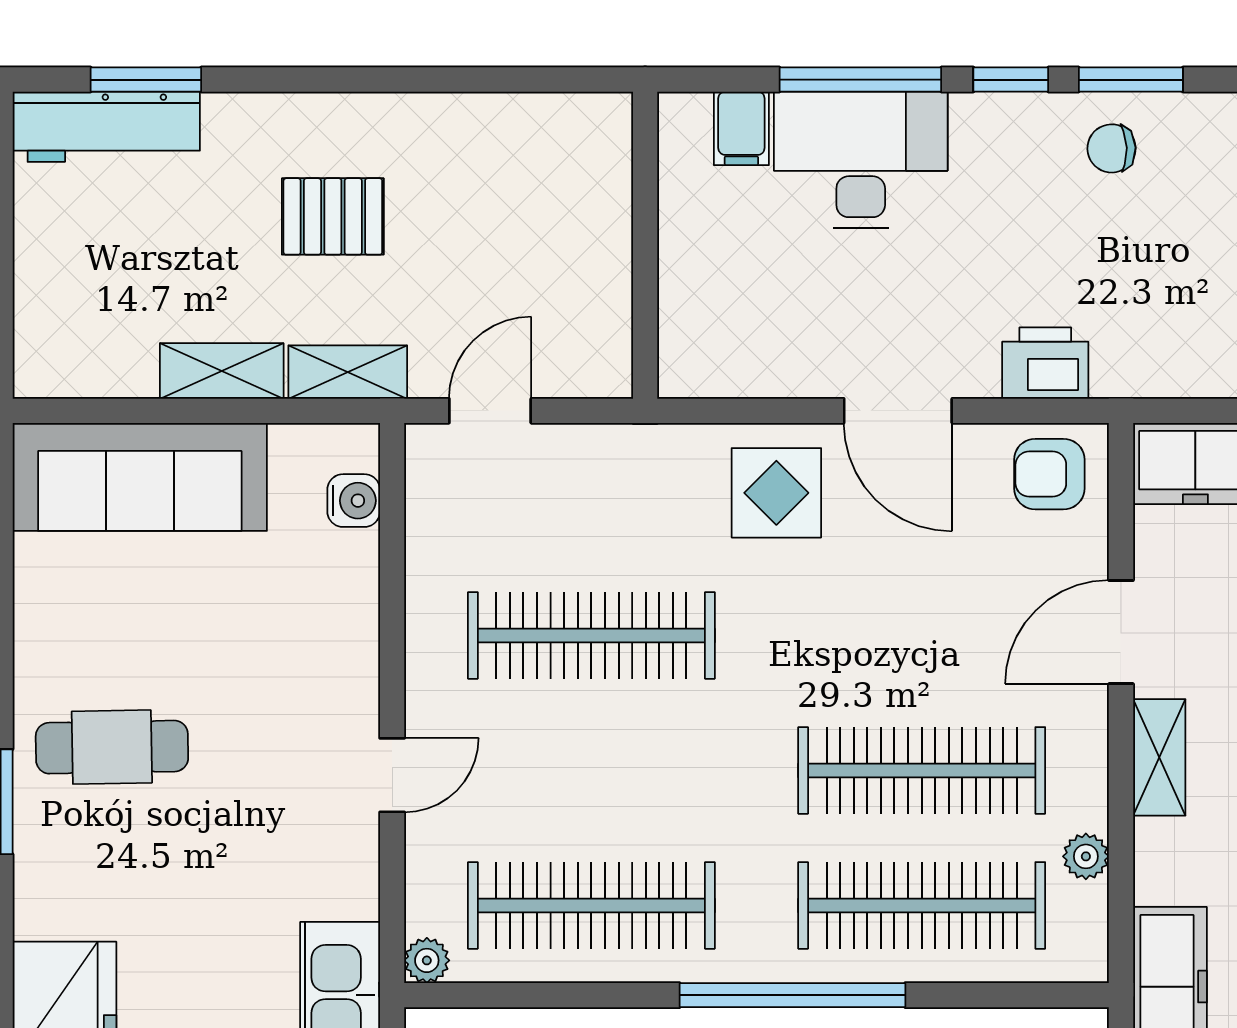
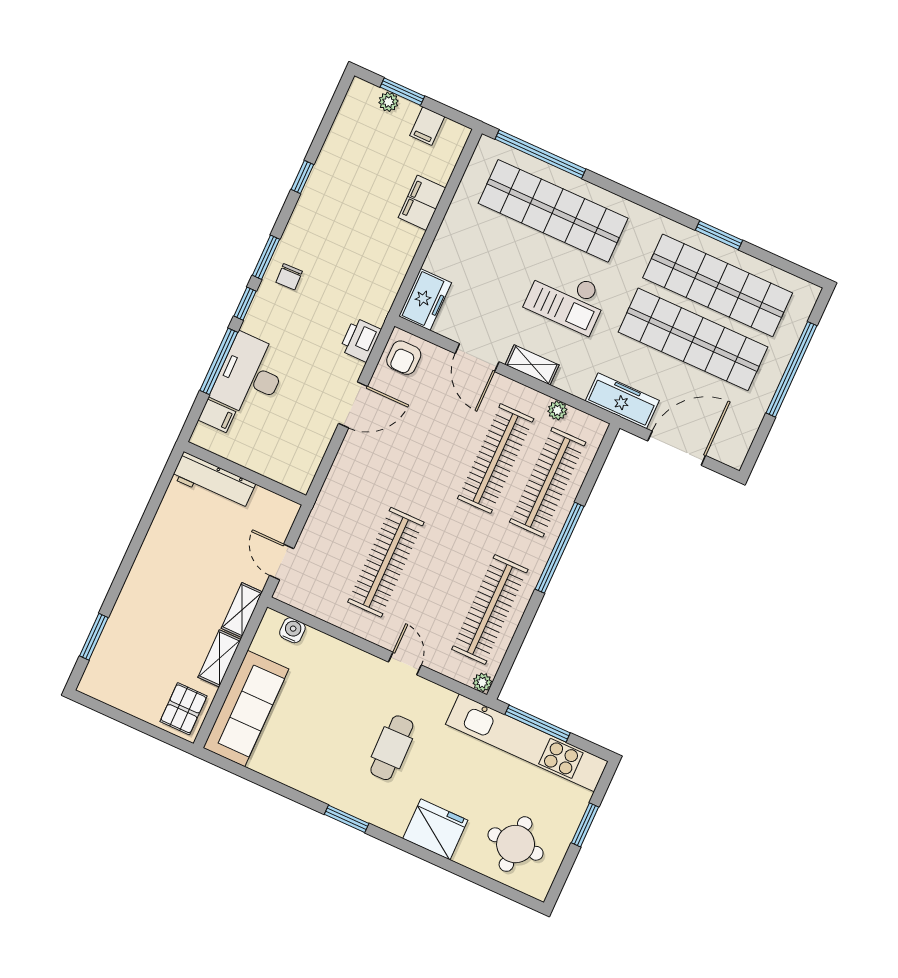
workbench: (106, 127) -> (214, 481), moved, turned 90
pallet: (333, 216) -> (184, 709), moved
display table: (776, 493) -> (363, 466), removed
cafe table: (112, 747) -> (392, 748), moved

